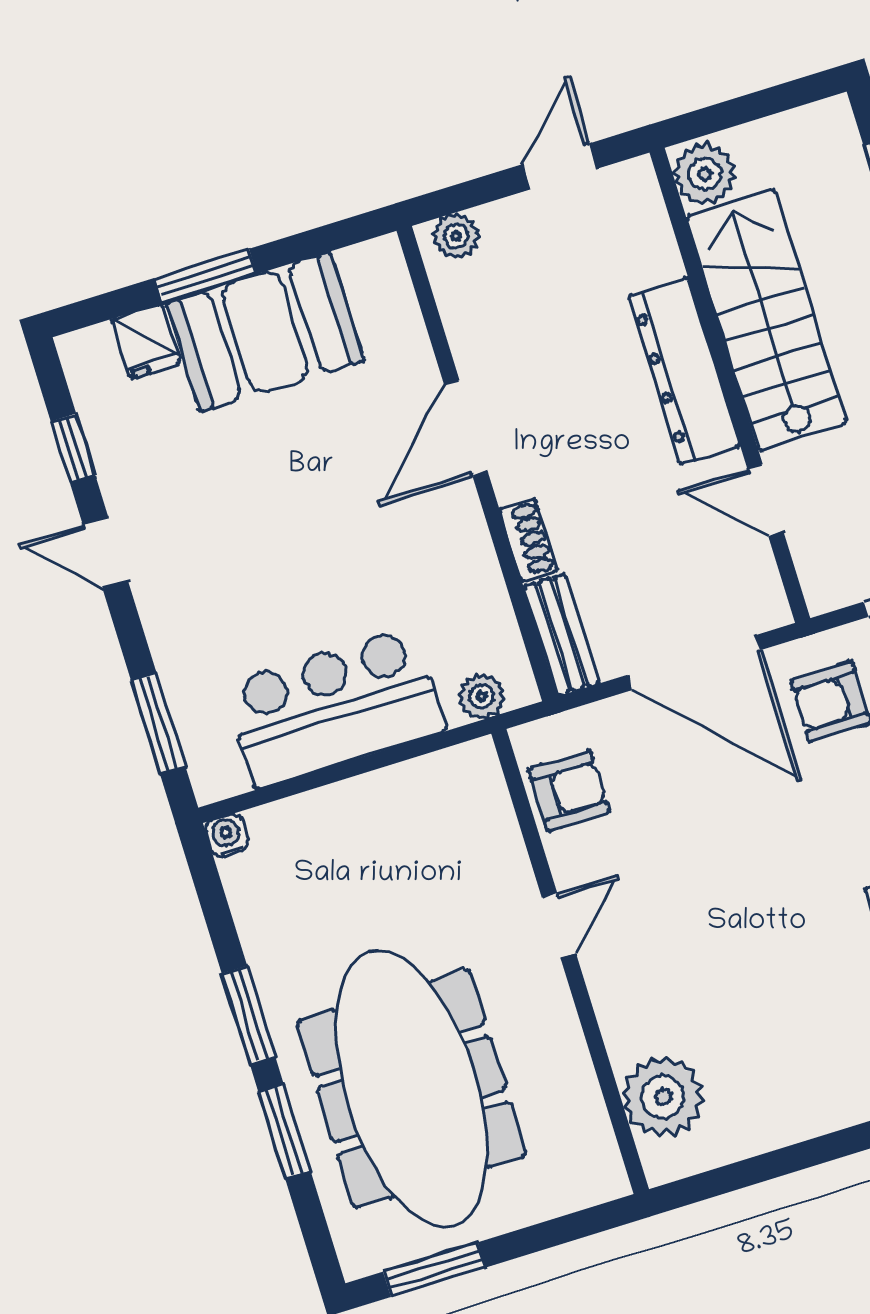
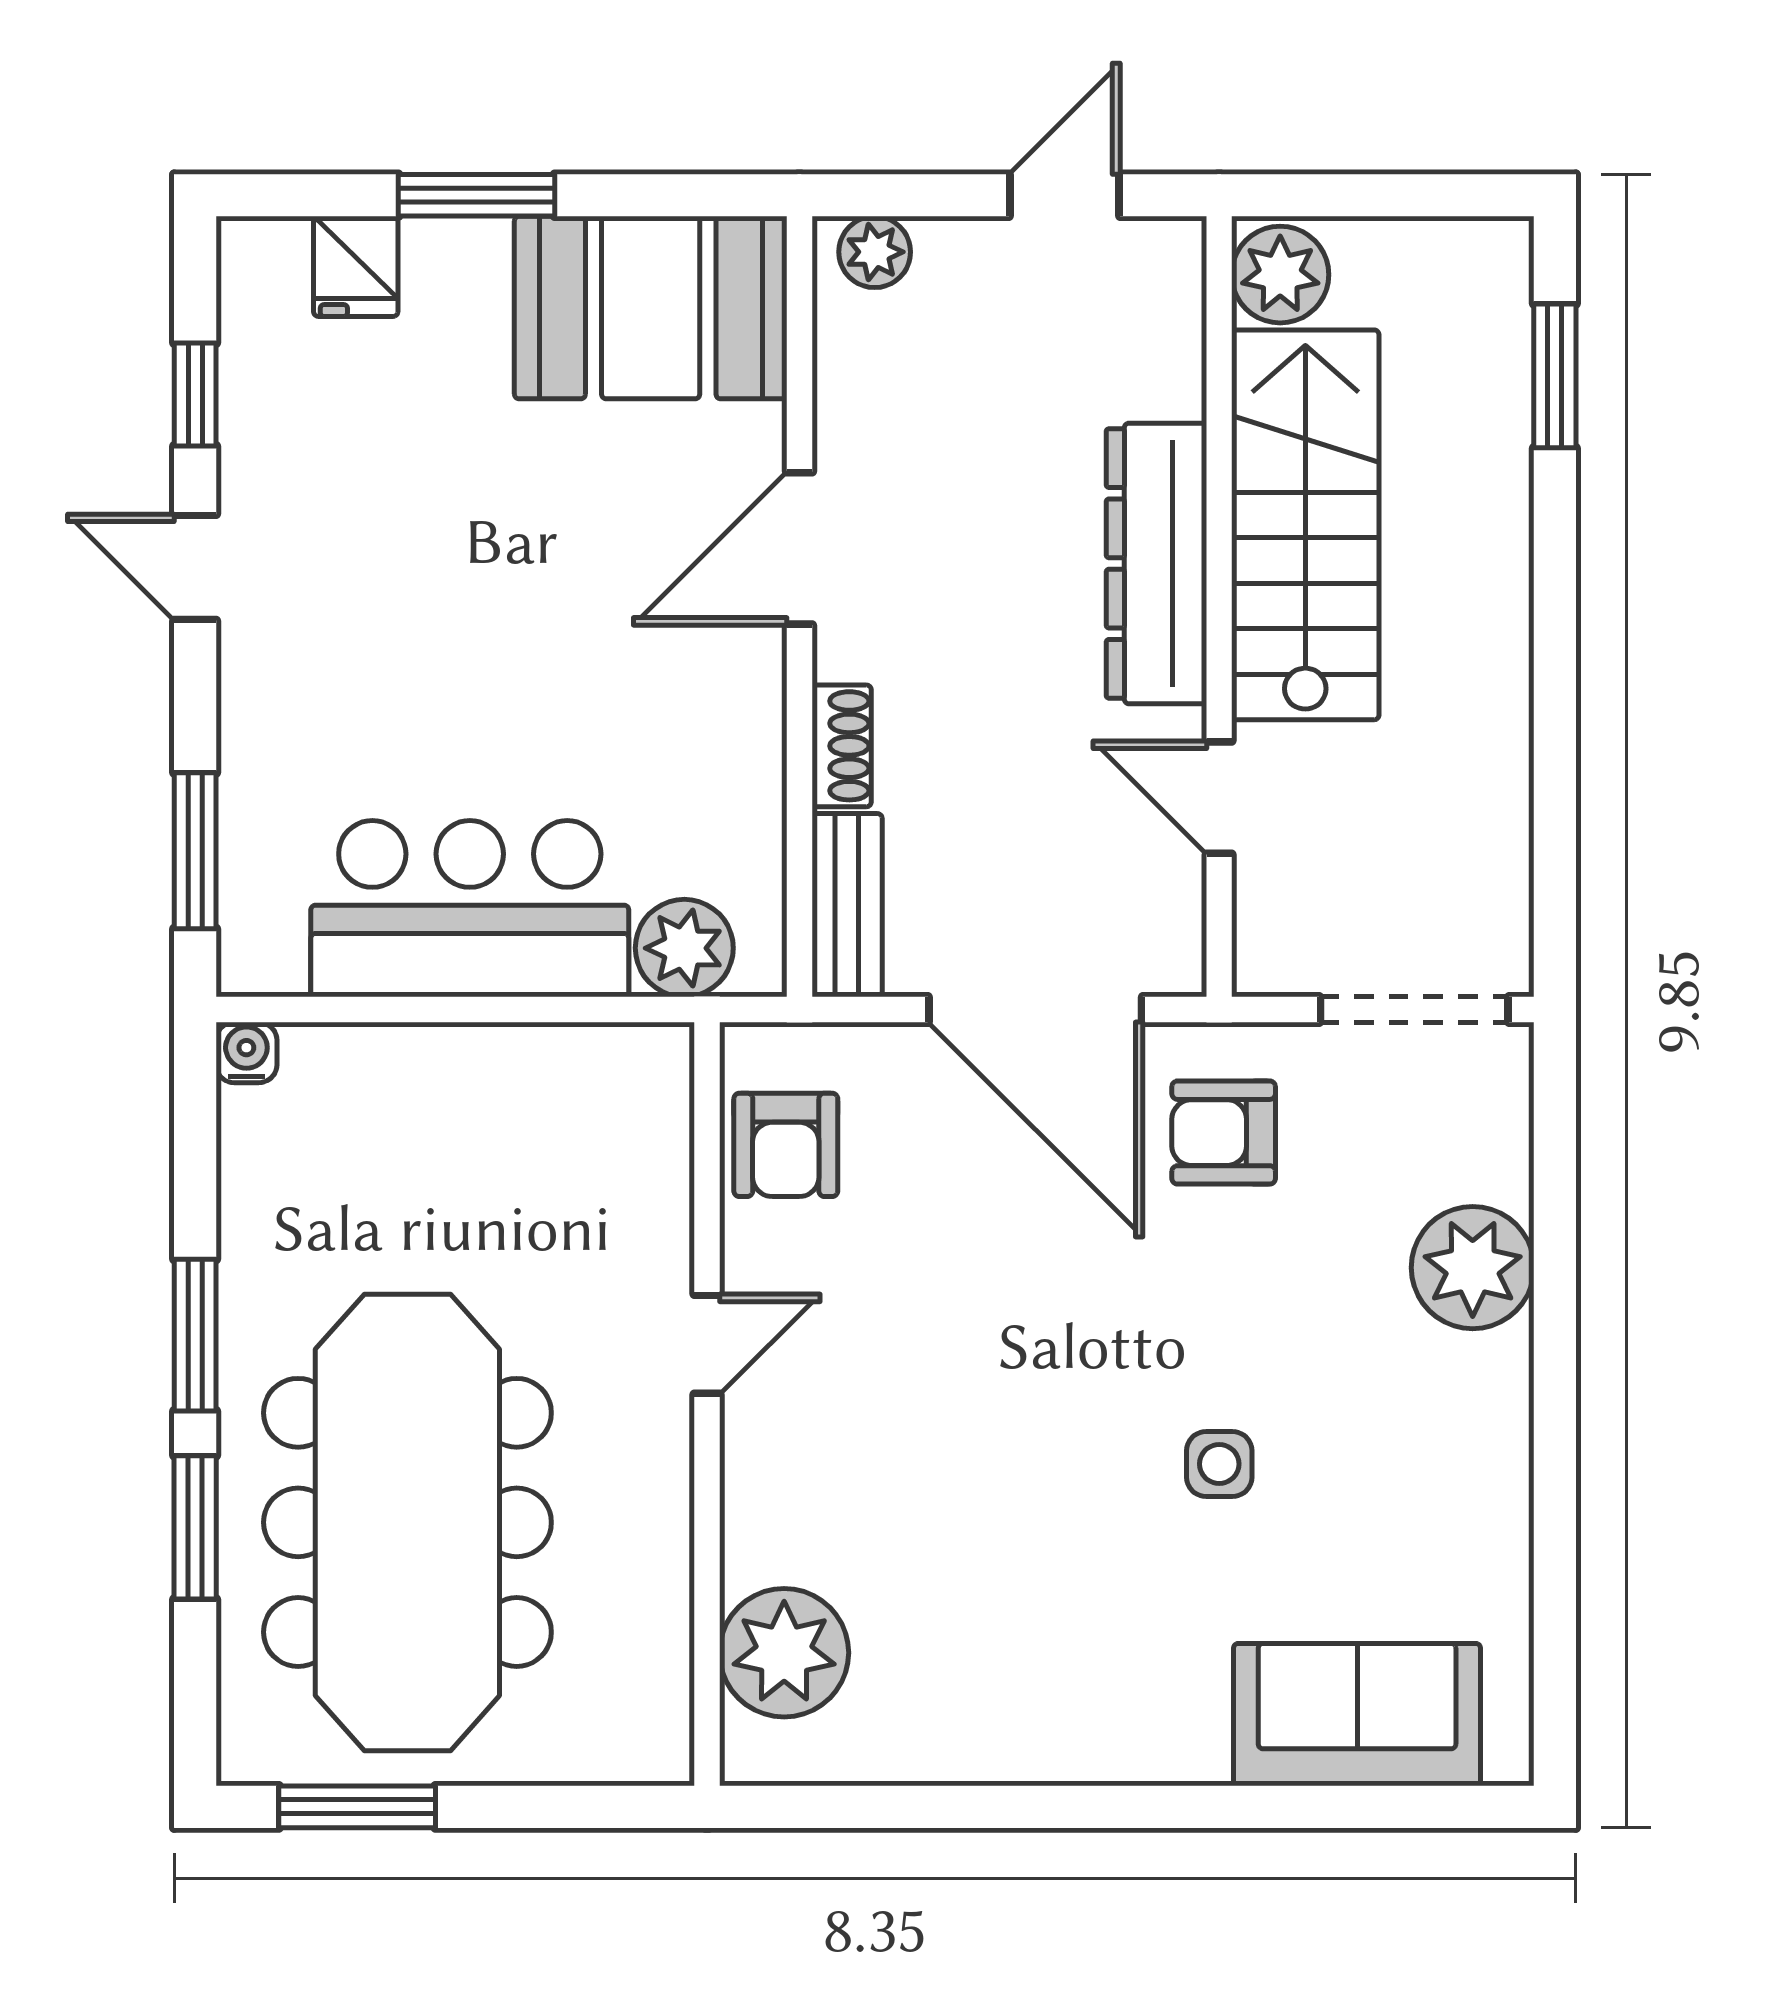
booth: (265, 332) -> (651, 308), moved
plant: (482, 696) -> (684, 948), width x1.38, depth x1.38
armchair: (569, 791) -> (786, 1145), turned 90

